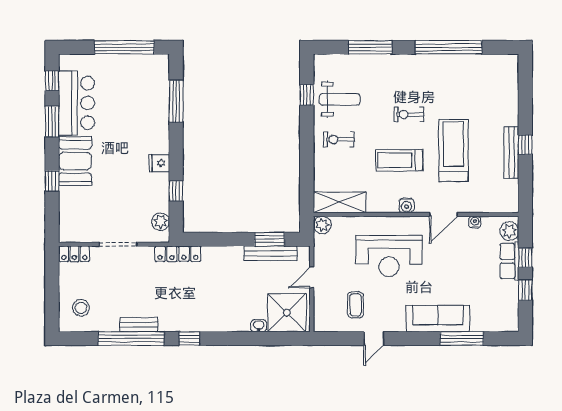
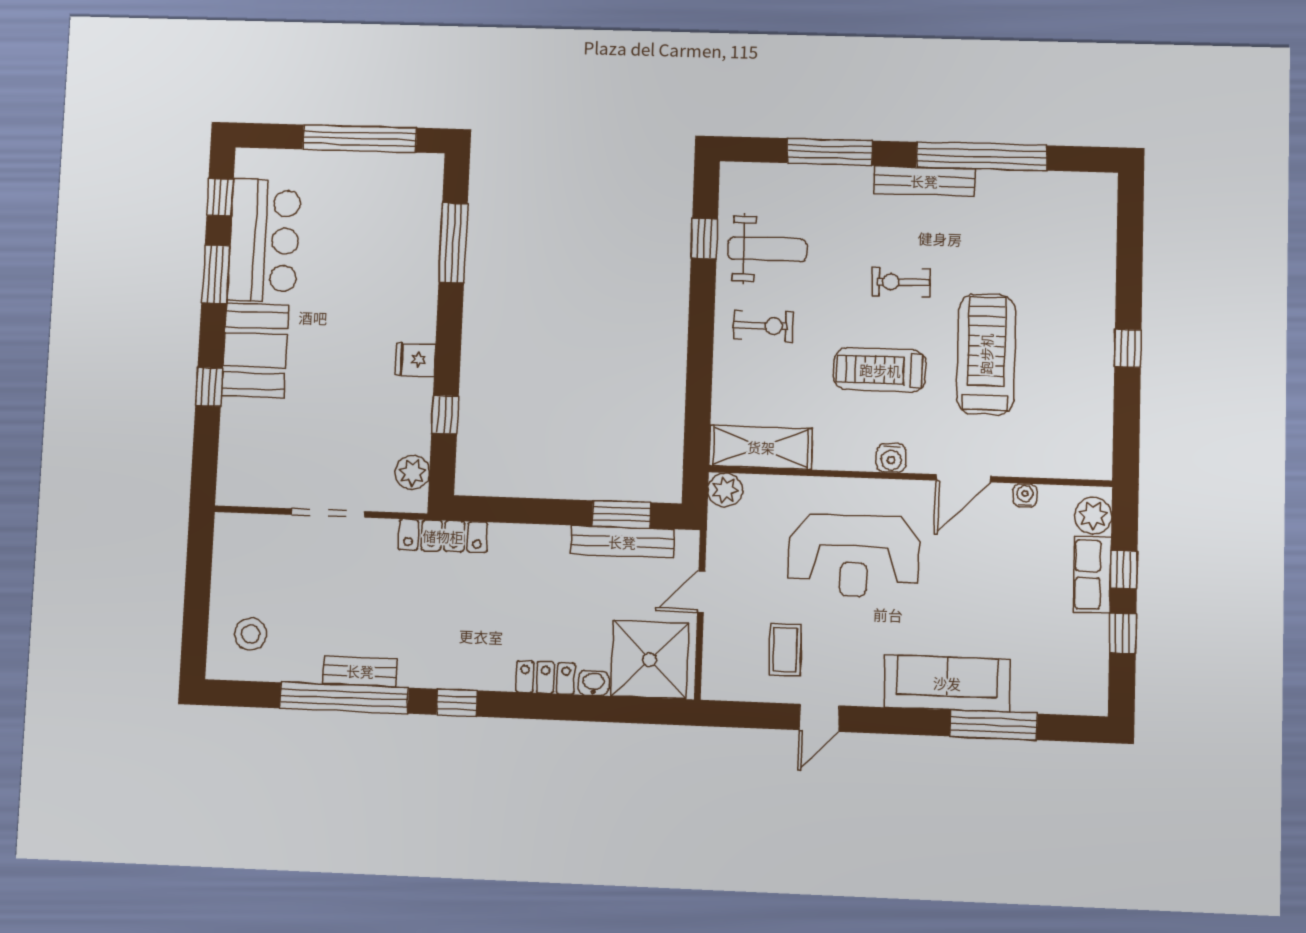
exercise bike: (339, 139) -> (763, 326), turned 180
bench: (511, 152) -> (924, 181), moved, turned 90
locker: (74, 254) -> (545, 678), moved, turned 180

